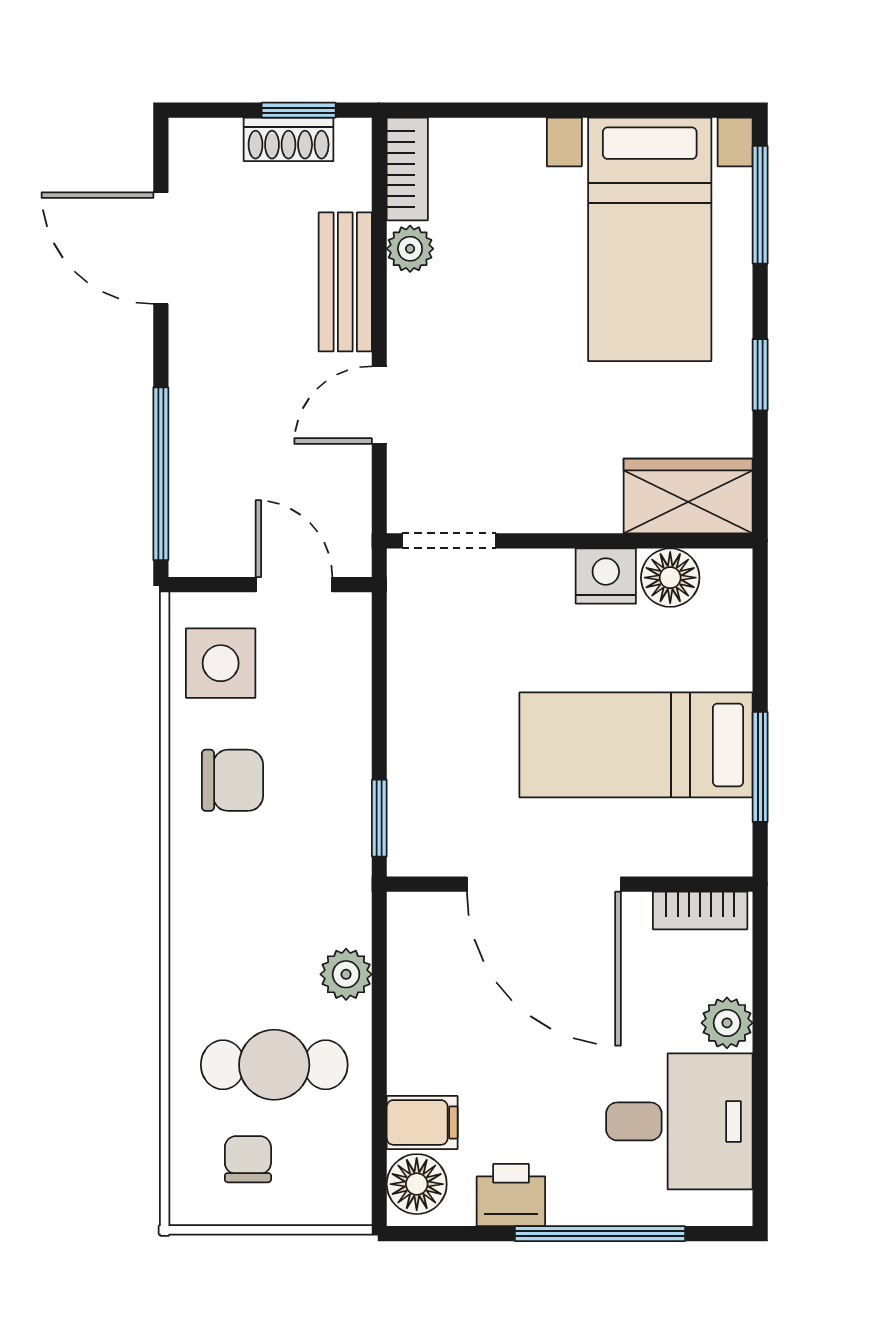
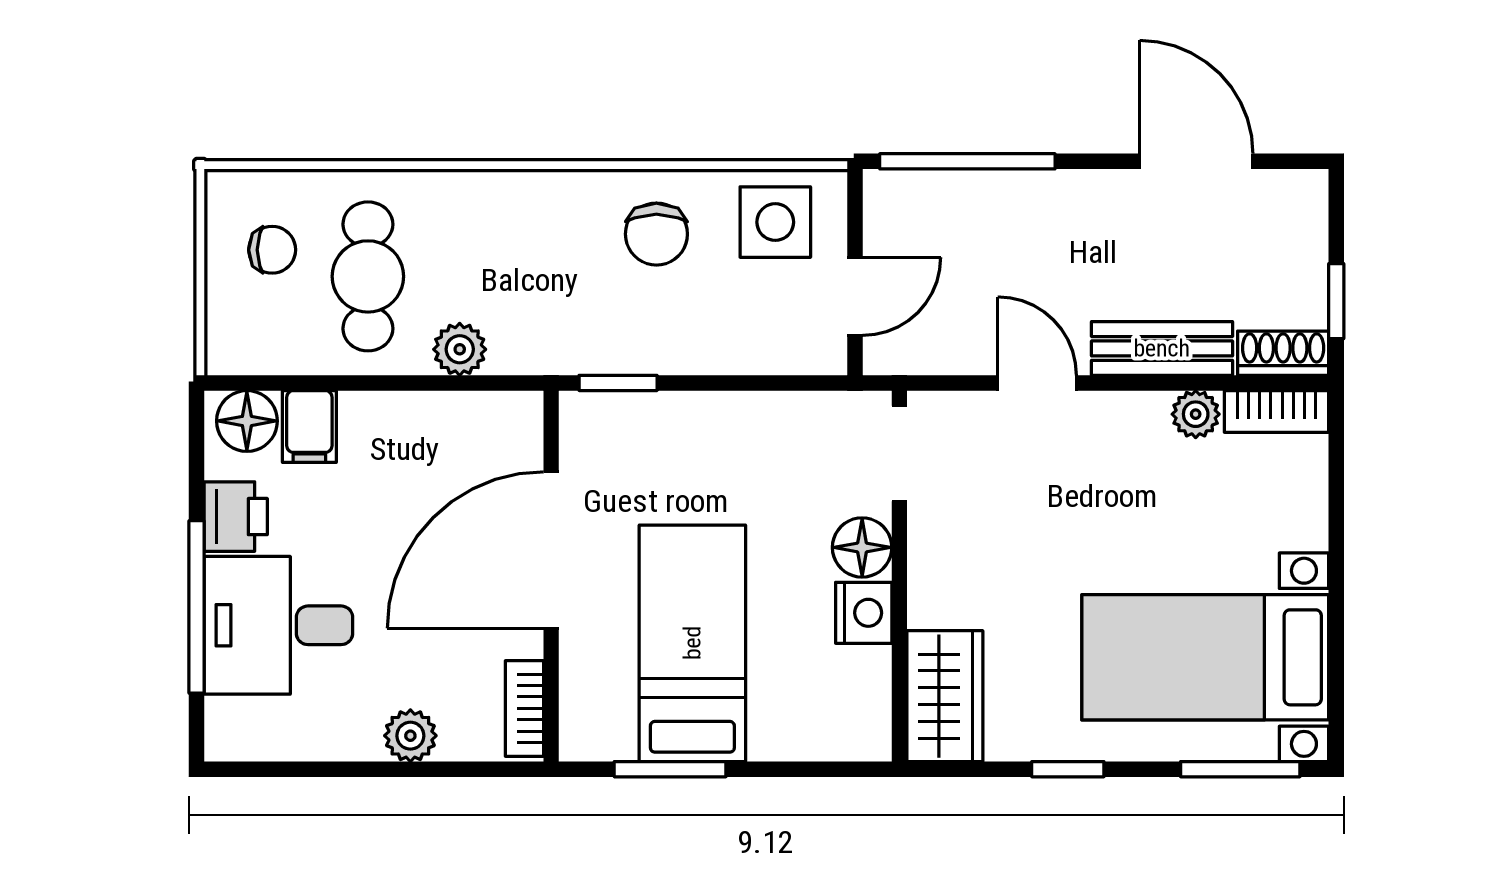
shoe rack: (289, 139) -> (1283, 353), moved, turned 90
door: (161, 248) -> (1196, 161), hinge flipped
floor lamp: (670, 578) -> (862, 547), moved
desk: (679, 1121) -> (278, 625), moved, turned 90

